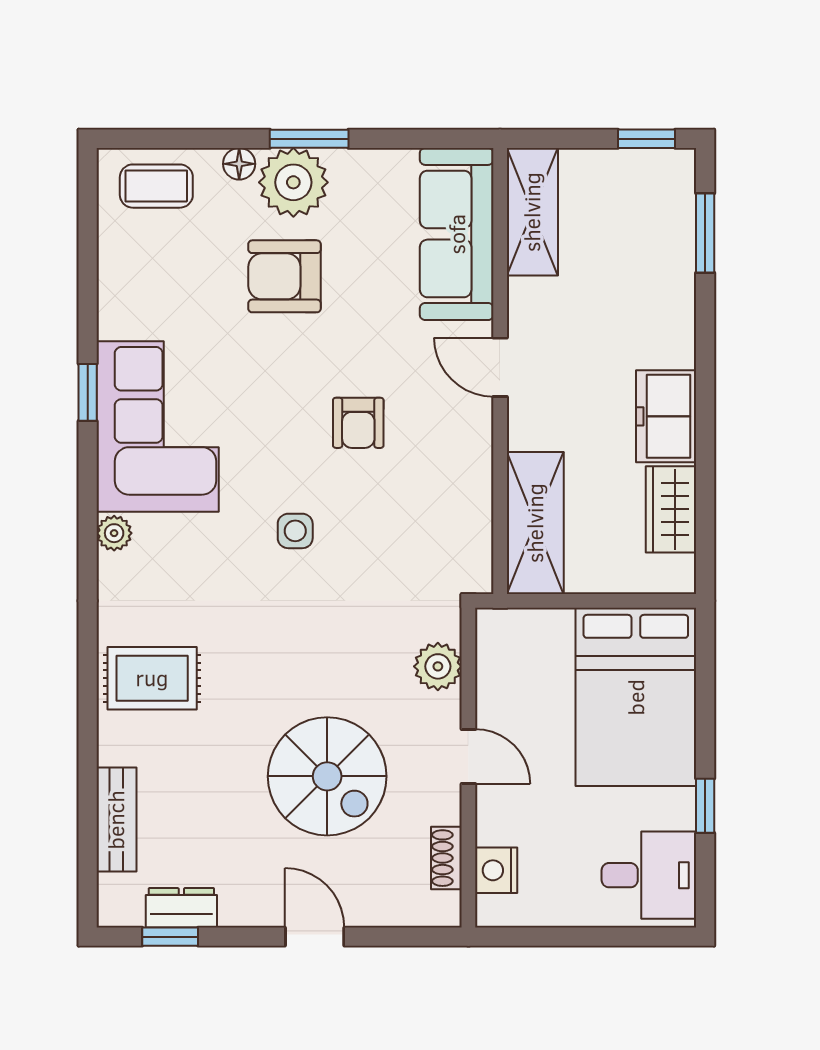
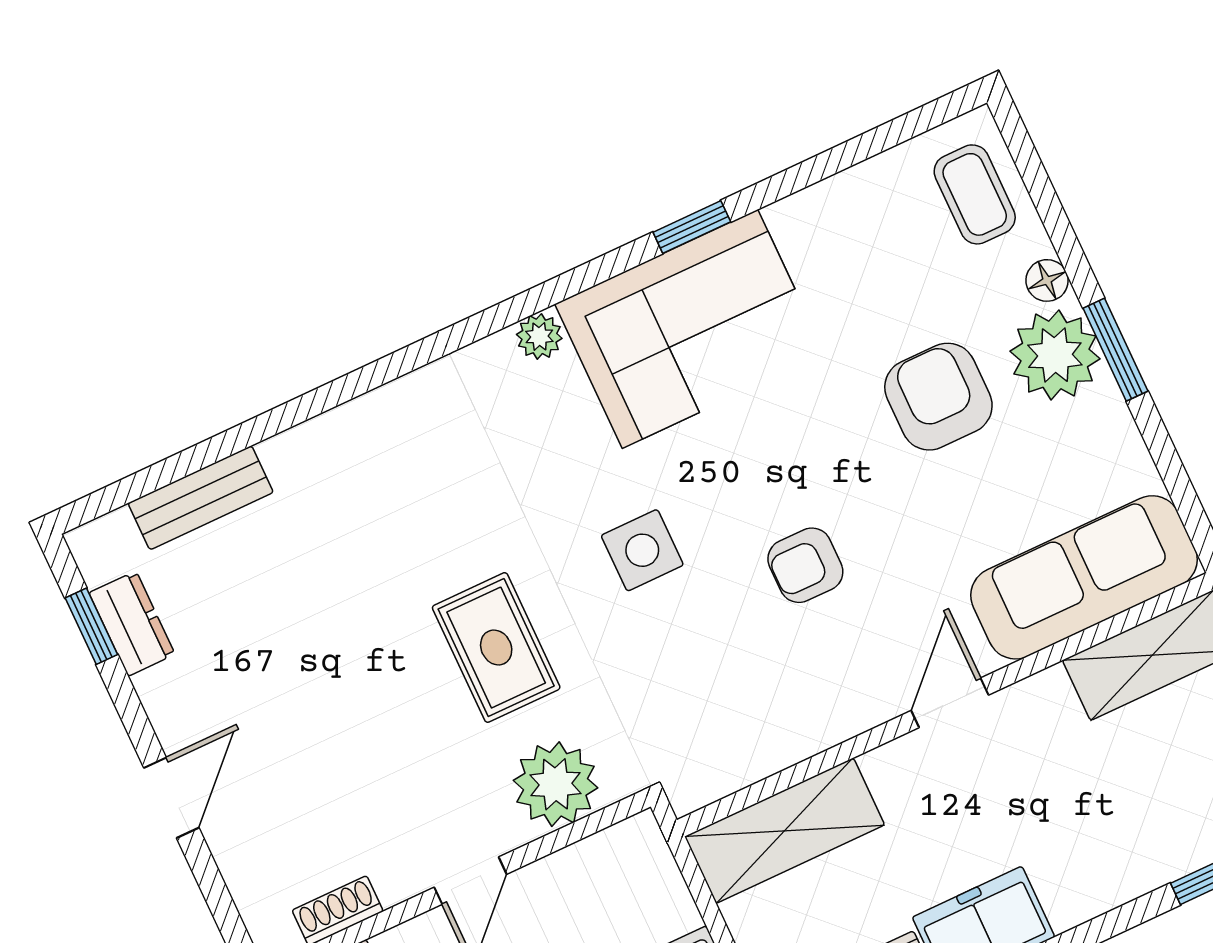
side table: (295, 531) -> (642, 550), width x1.37, depth x1.37
plant: (438, 666) -> (556, 784), width x1.36, depth x1.36
rug: (152, 678) -> (496, 647), moved
spiral stairs: (327, 776) -> (369, 724), removed

